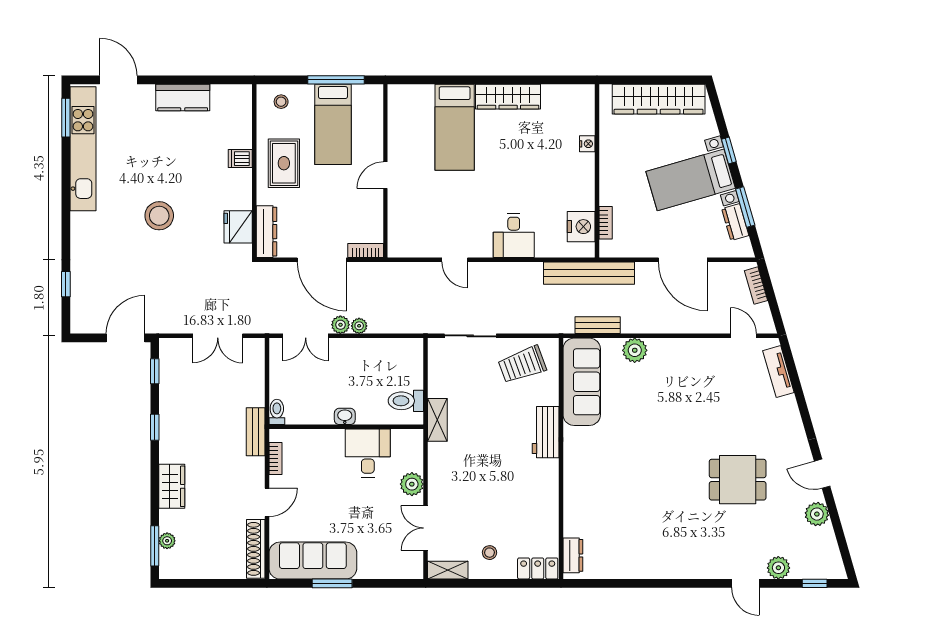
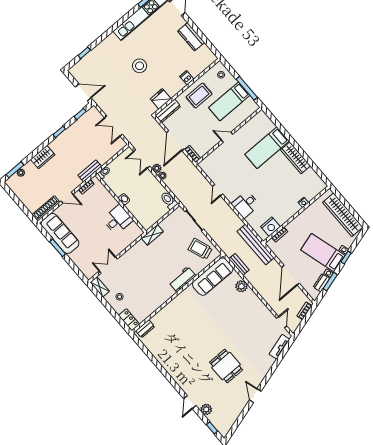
toilet: (406, 401) -> (169, 200), moved
plant: (412, 484) -> (120, 246), removed
plant: (817, 514) -> (239, 407), removed

